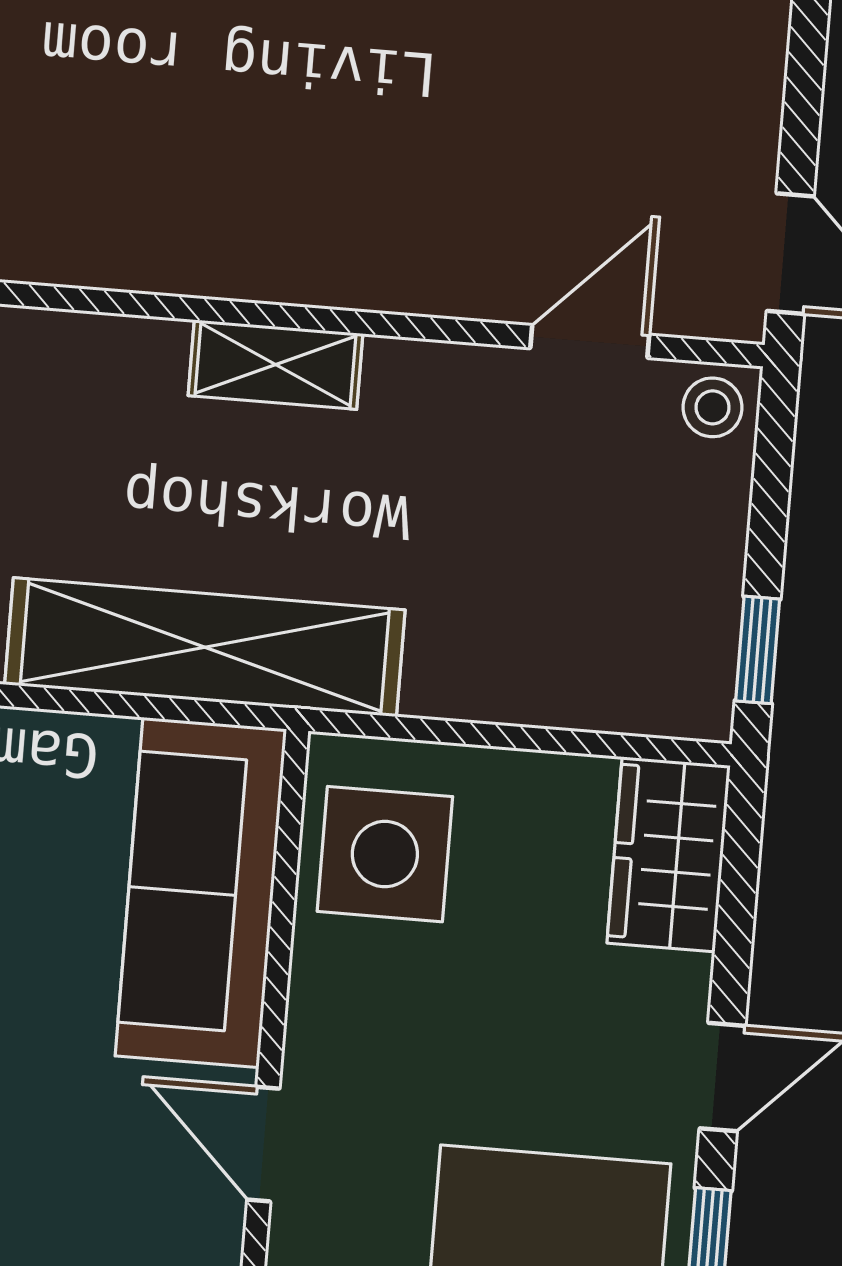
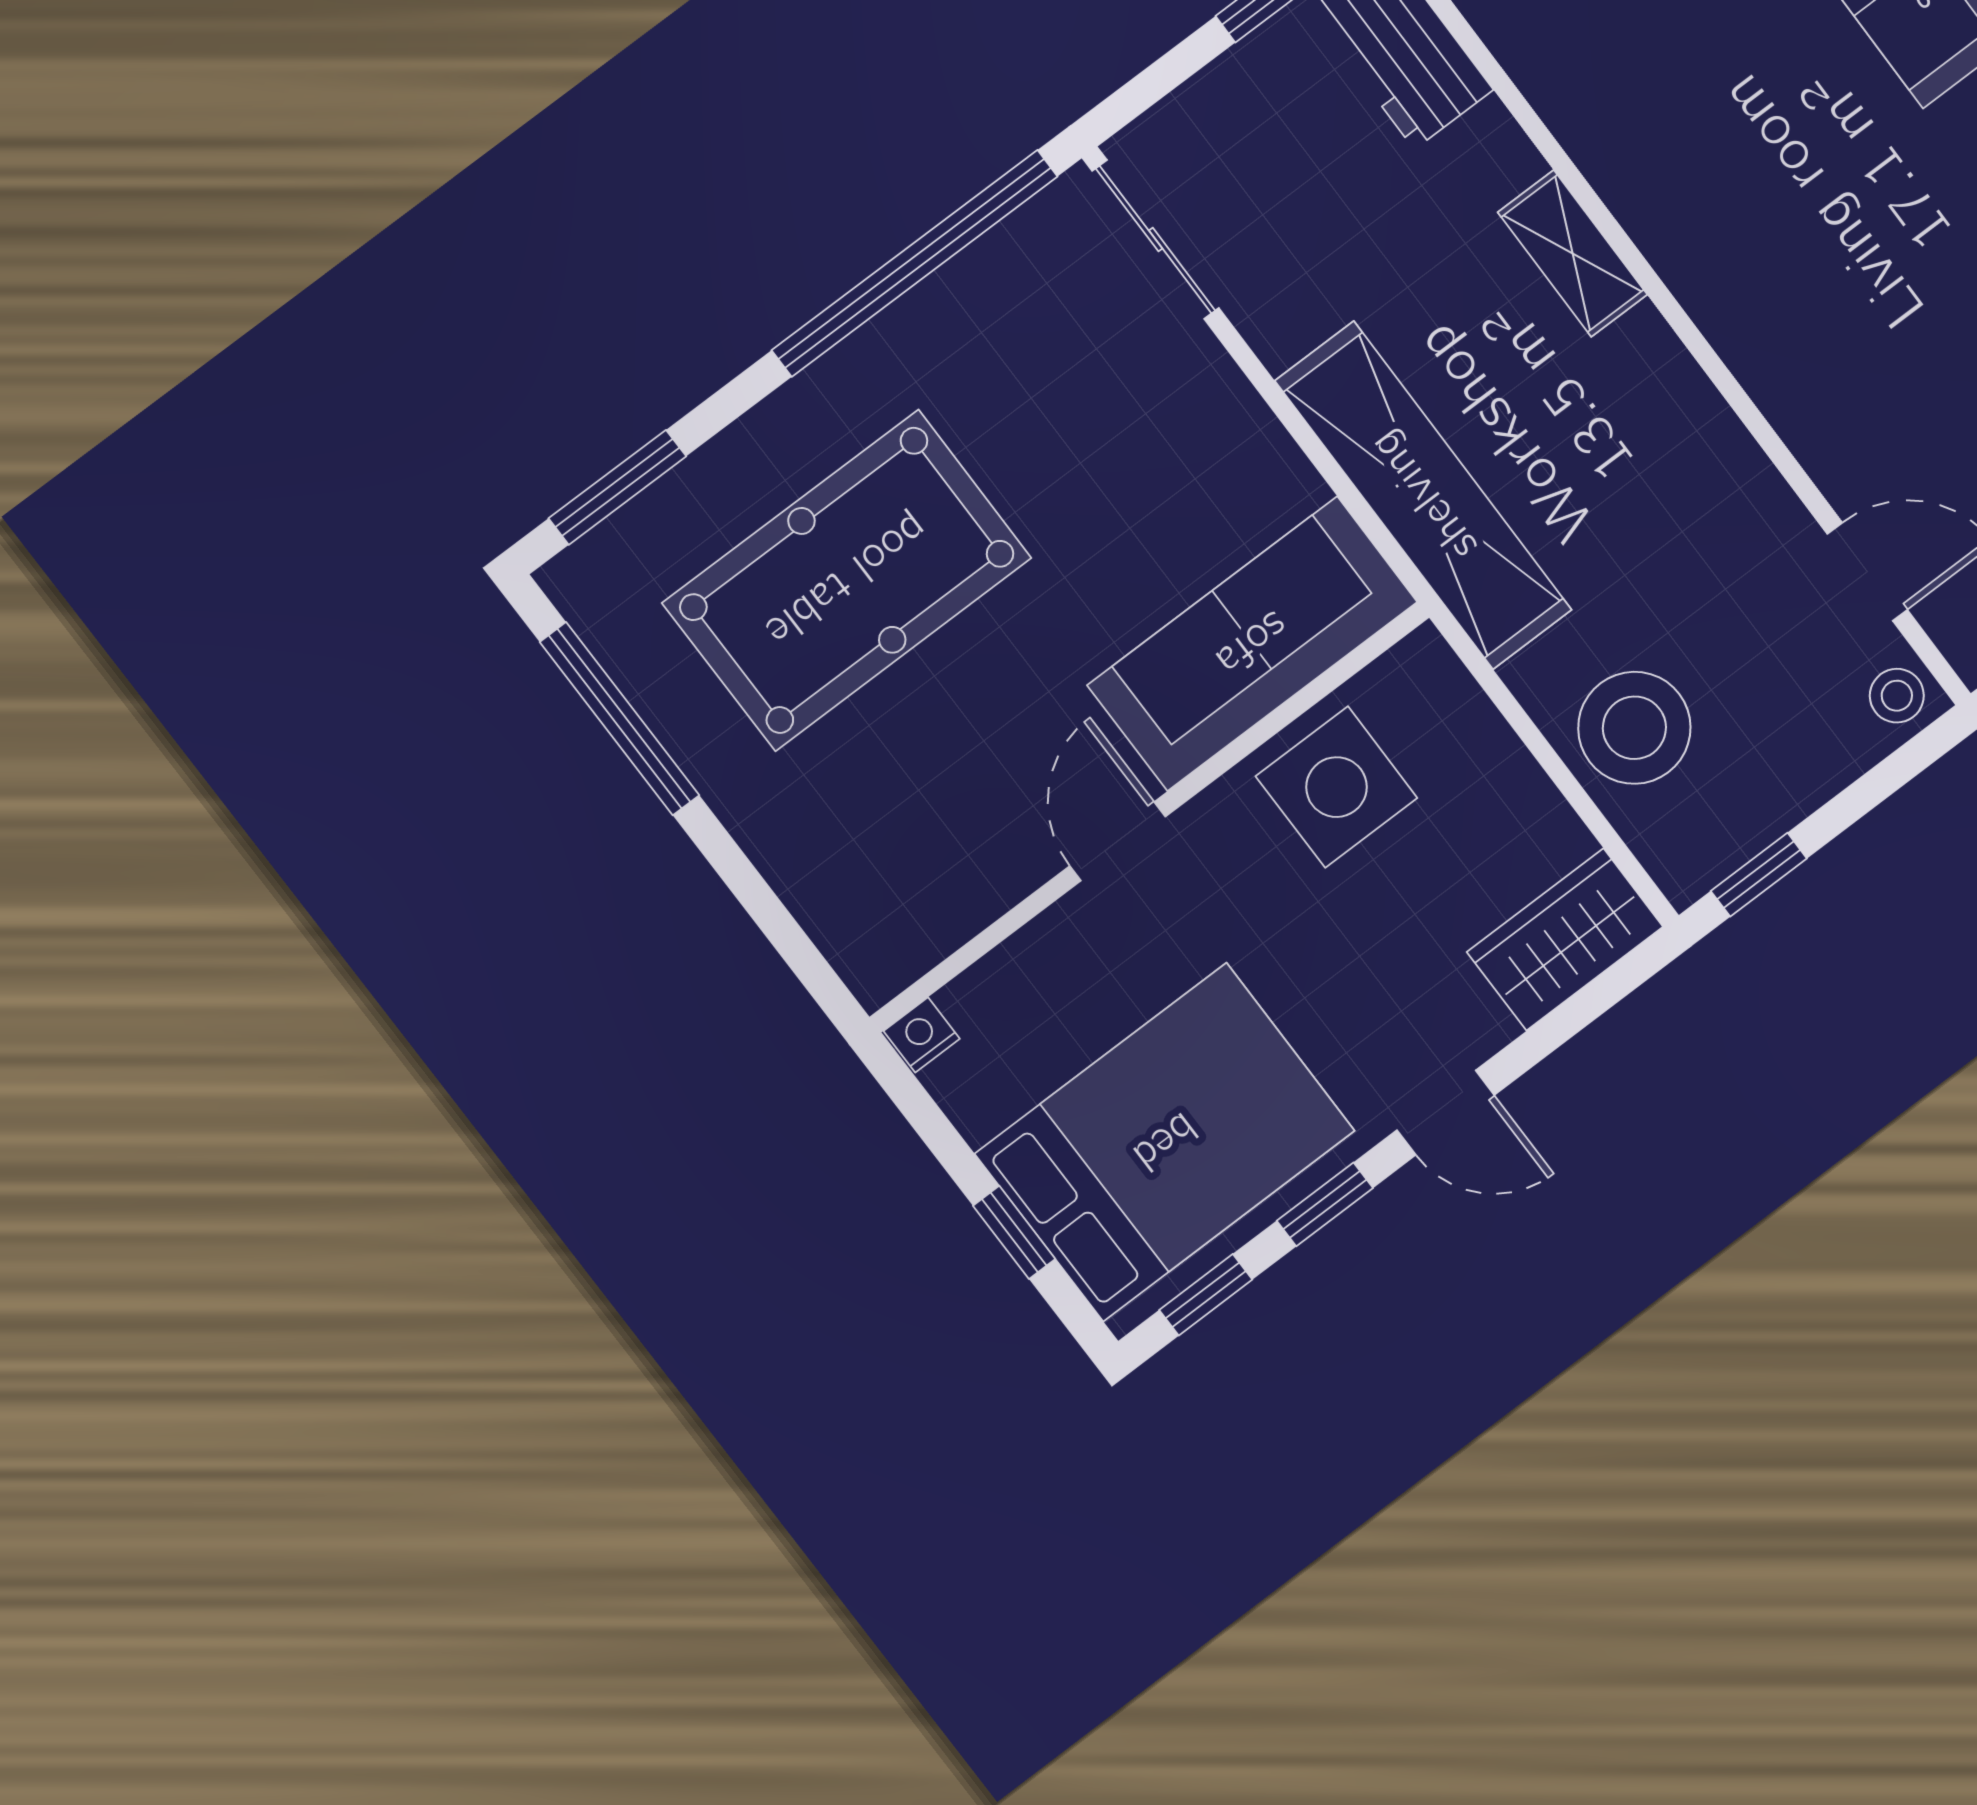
shelving: (276, 365) -> (1573, 253), moved
stool: (547, 644) -> (1634, 728), added
side table: (385, 854) -> (1337, 787), moved

